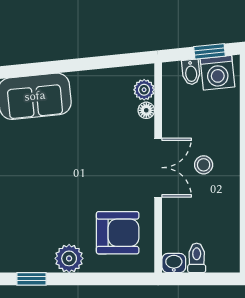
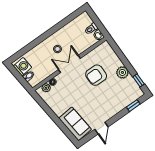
window: (209, 51) -> (17, 75), removed
armchair: (118, 233) -> (96, 75), moved, turned -90

